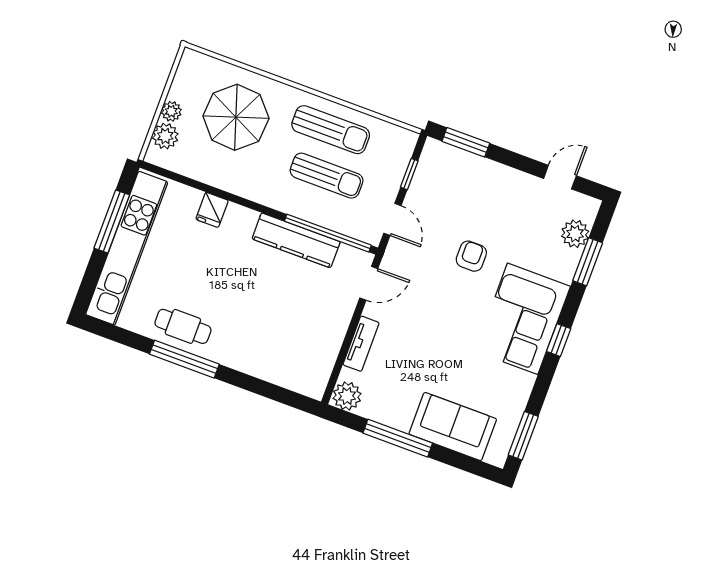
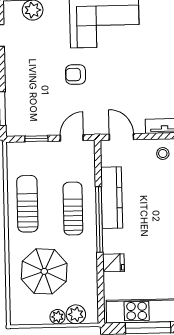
sun lounger: (327, 176) -> (73, 209), moved
window: (328, 233) -> (99, 219), moved
stool: (327, 328) -> (163, 154), added

